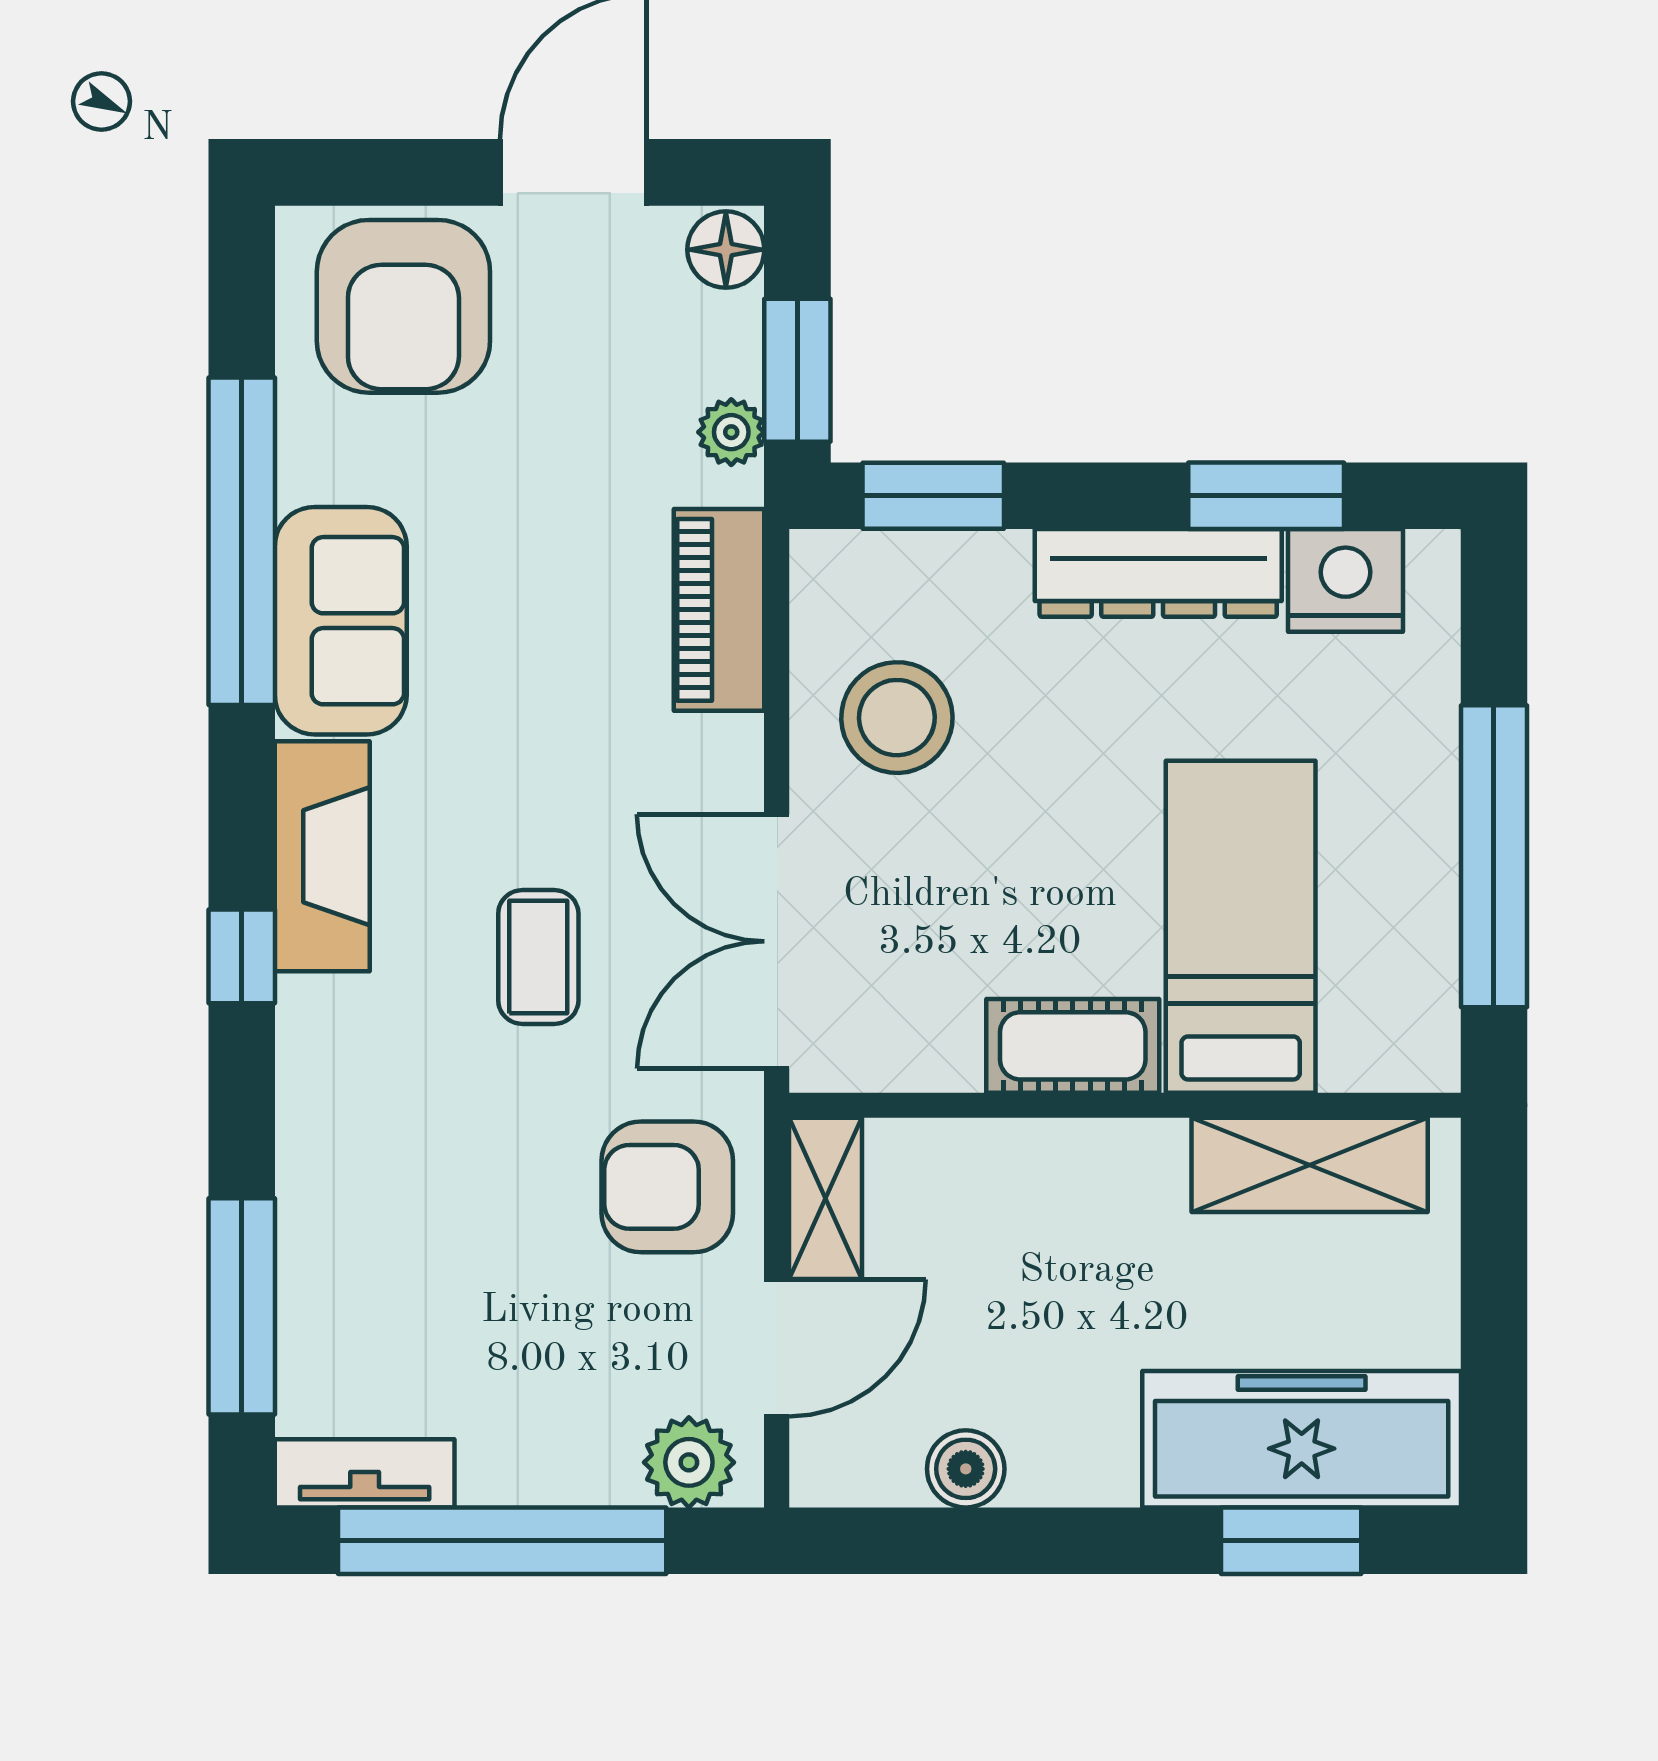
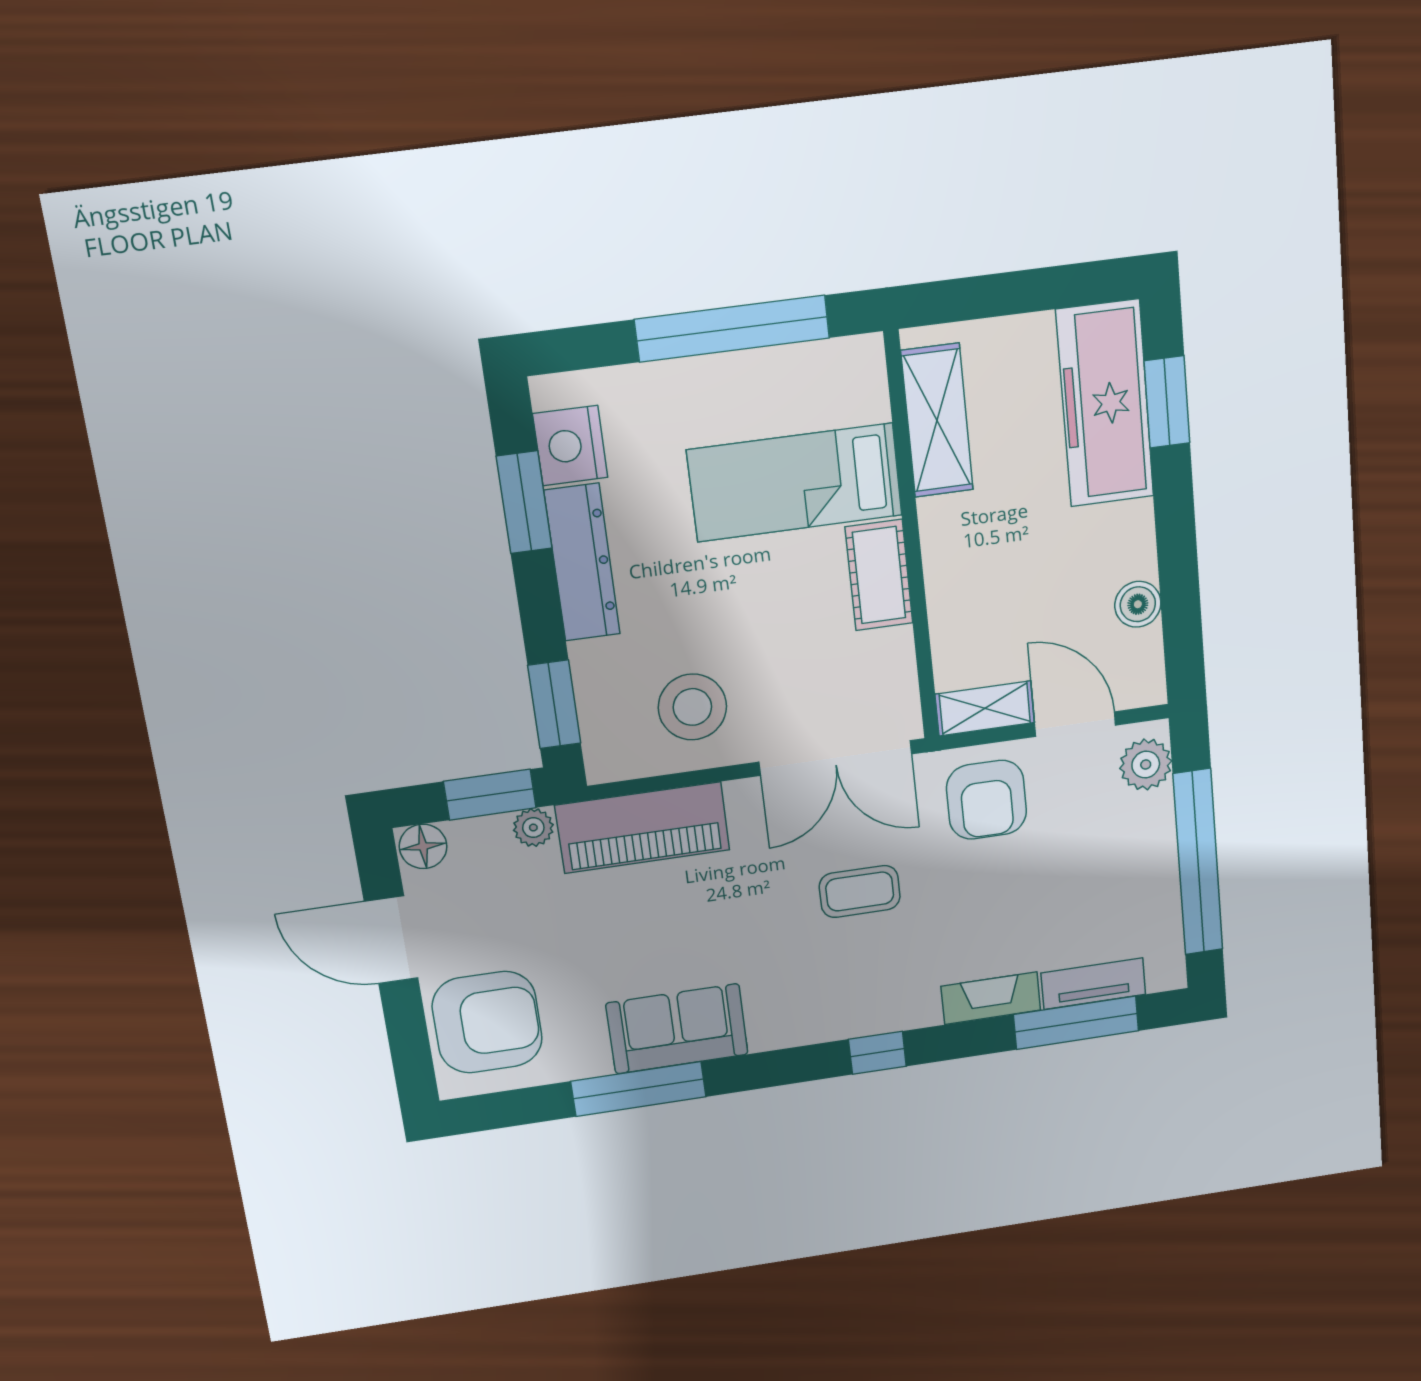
window: (242, 541) -> (638, 1089), width x0.68
piano: (719, 610) -> (643, 828), width x1.37, depth x1.33
fireplace: (322, 856) -> (991, 998), moved, width x0.73, depth x0.76
tv unit: (365, 1473) -> (1093, 984), moved, turned 90

